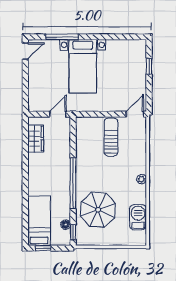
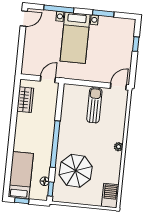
window: (111, 37) -> (103, 13), added
barbecue: (138, 217) -> (110, 196), moved

